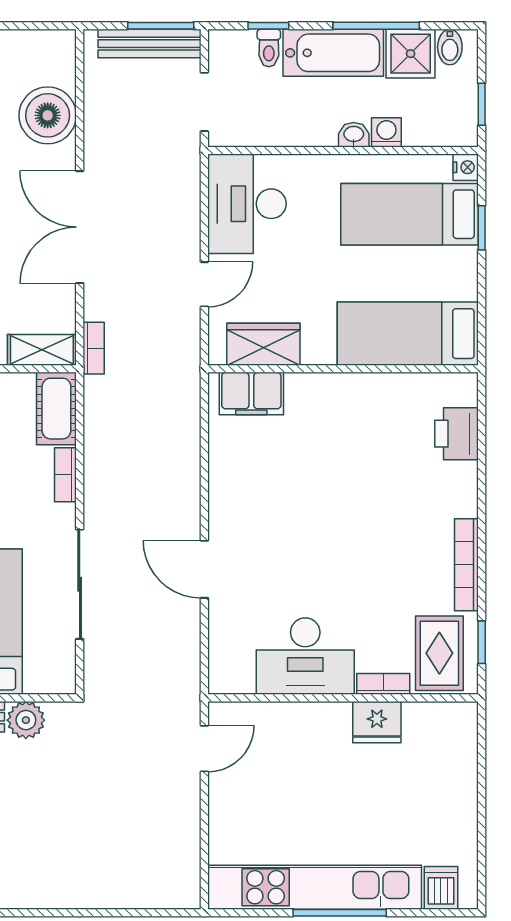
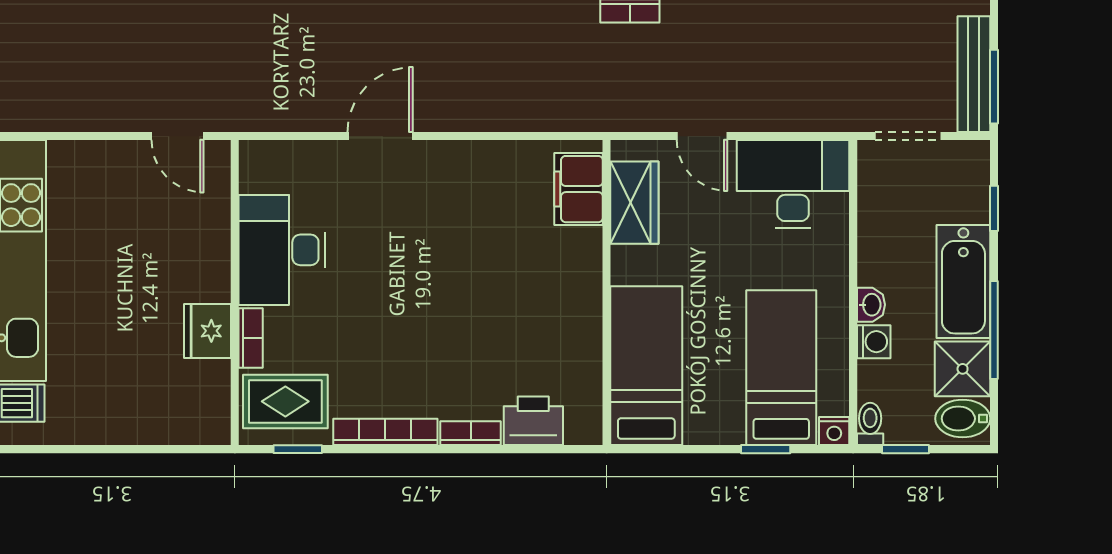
bidet: (450, 47) -> (963, 419), width x1.38, depth x1.36
toilet: (269, 48) -> (870, 424), moved, turned 90
bookcase: (467, 489) -> (471, 433), added

